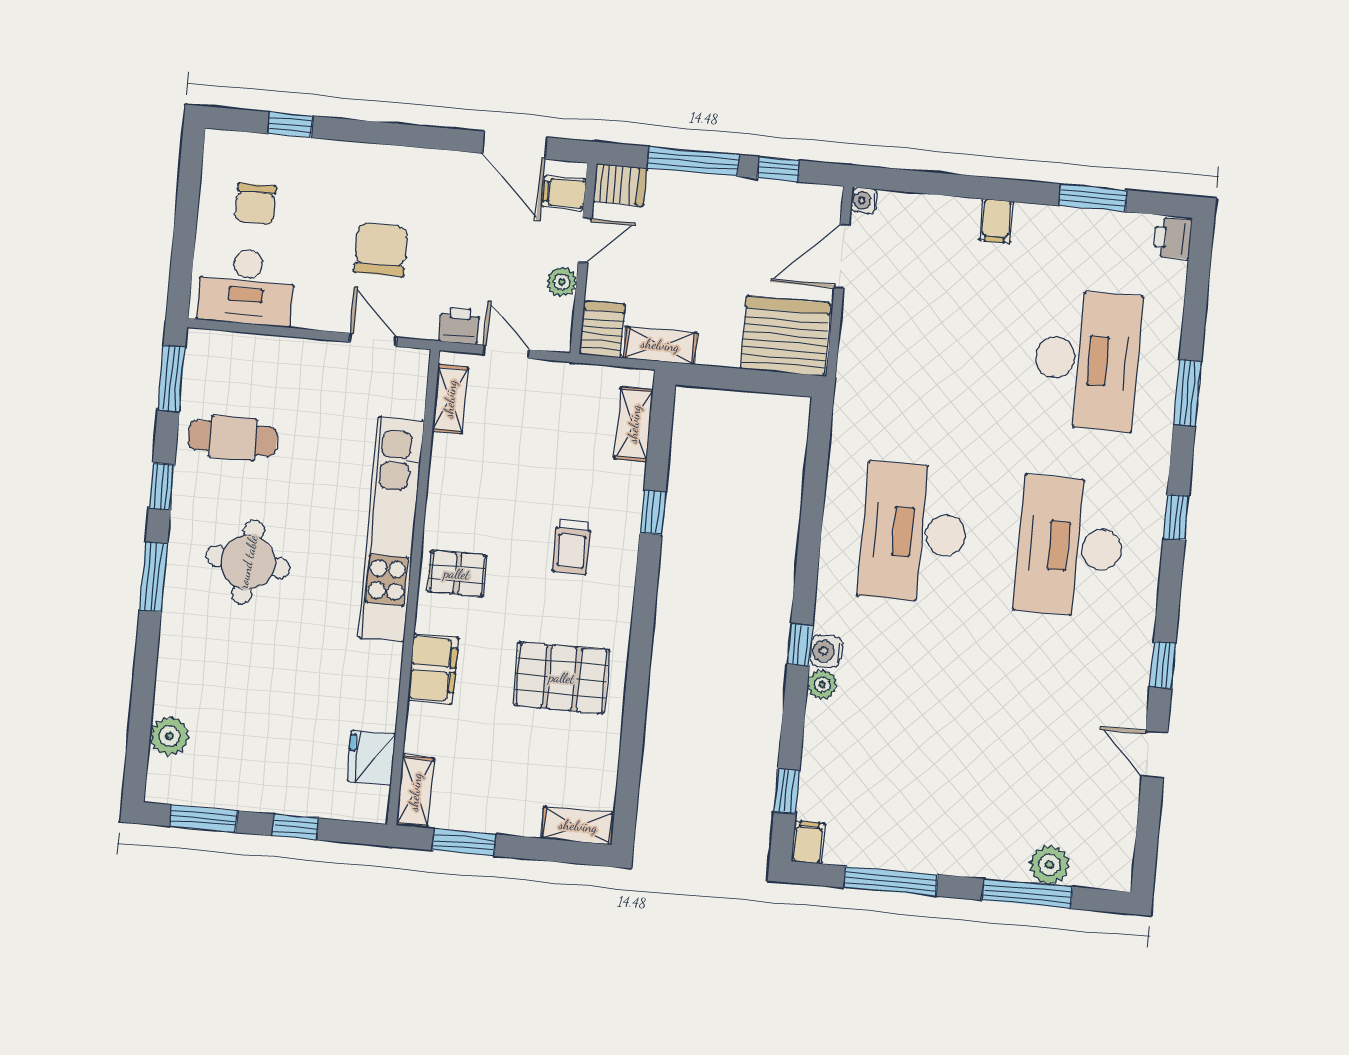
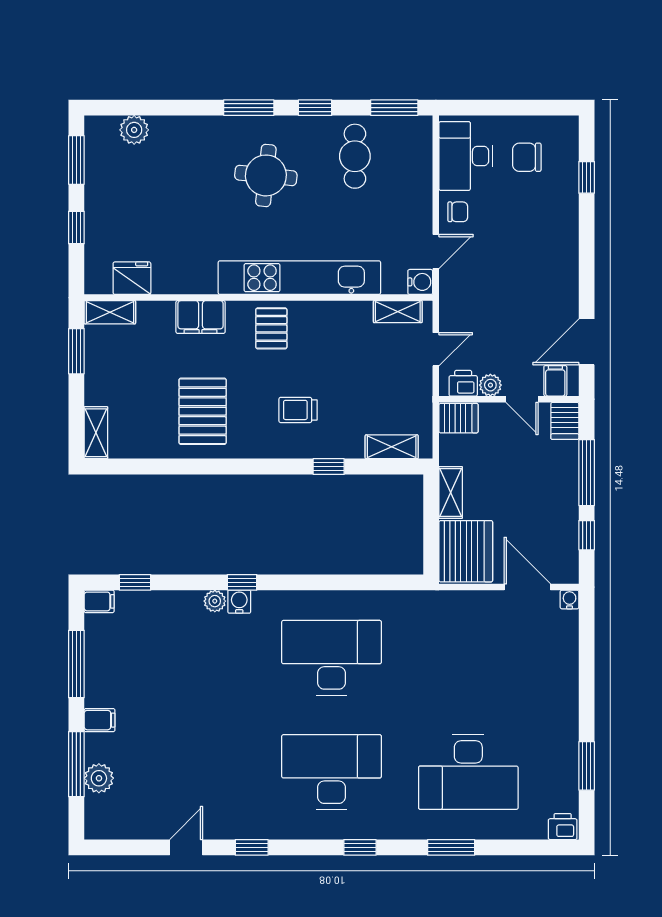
filing cabinet: (996, 221) -> (100, 720), moved, turned 180
chair: (381, 250) -> (458, 212), moved, width x0.54, depth x0.54
printer: (459, 326) -> (463, 383), moved, turned -90
shelving: (660, 345) -> (451, 492), moved
water cooler: (412, 365) -> (420, 282), added

